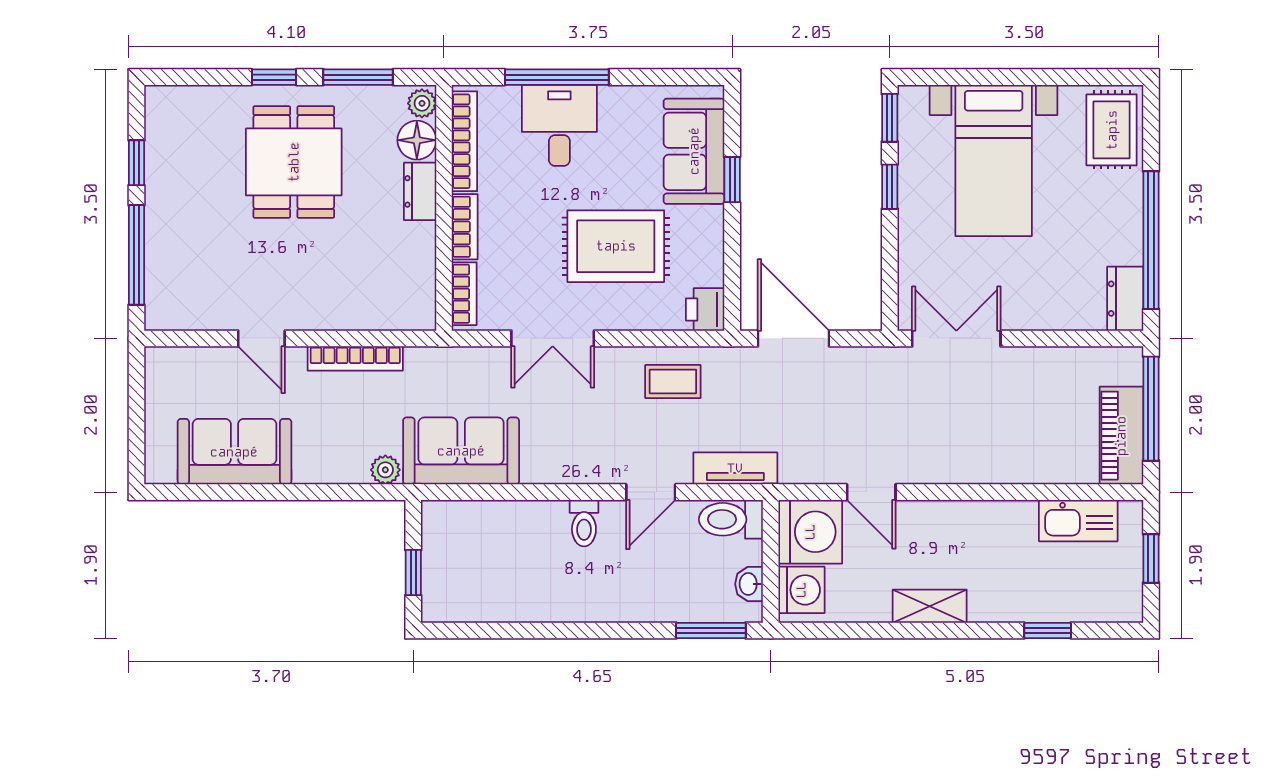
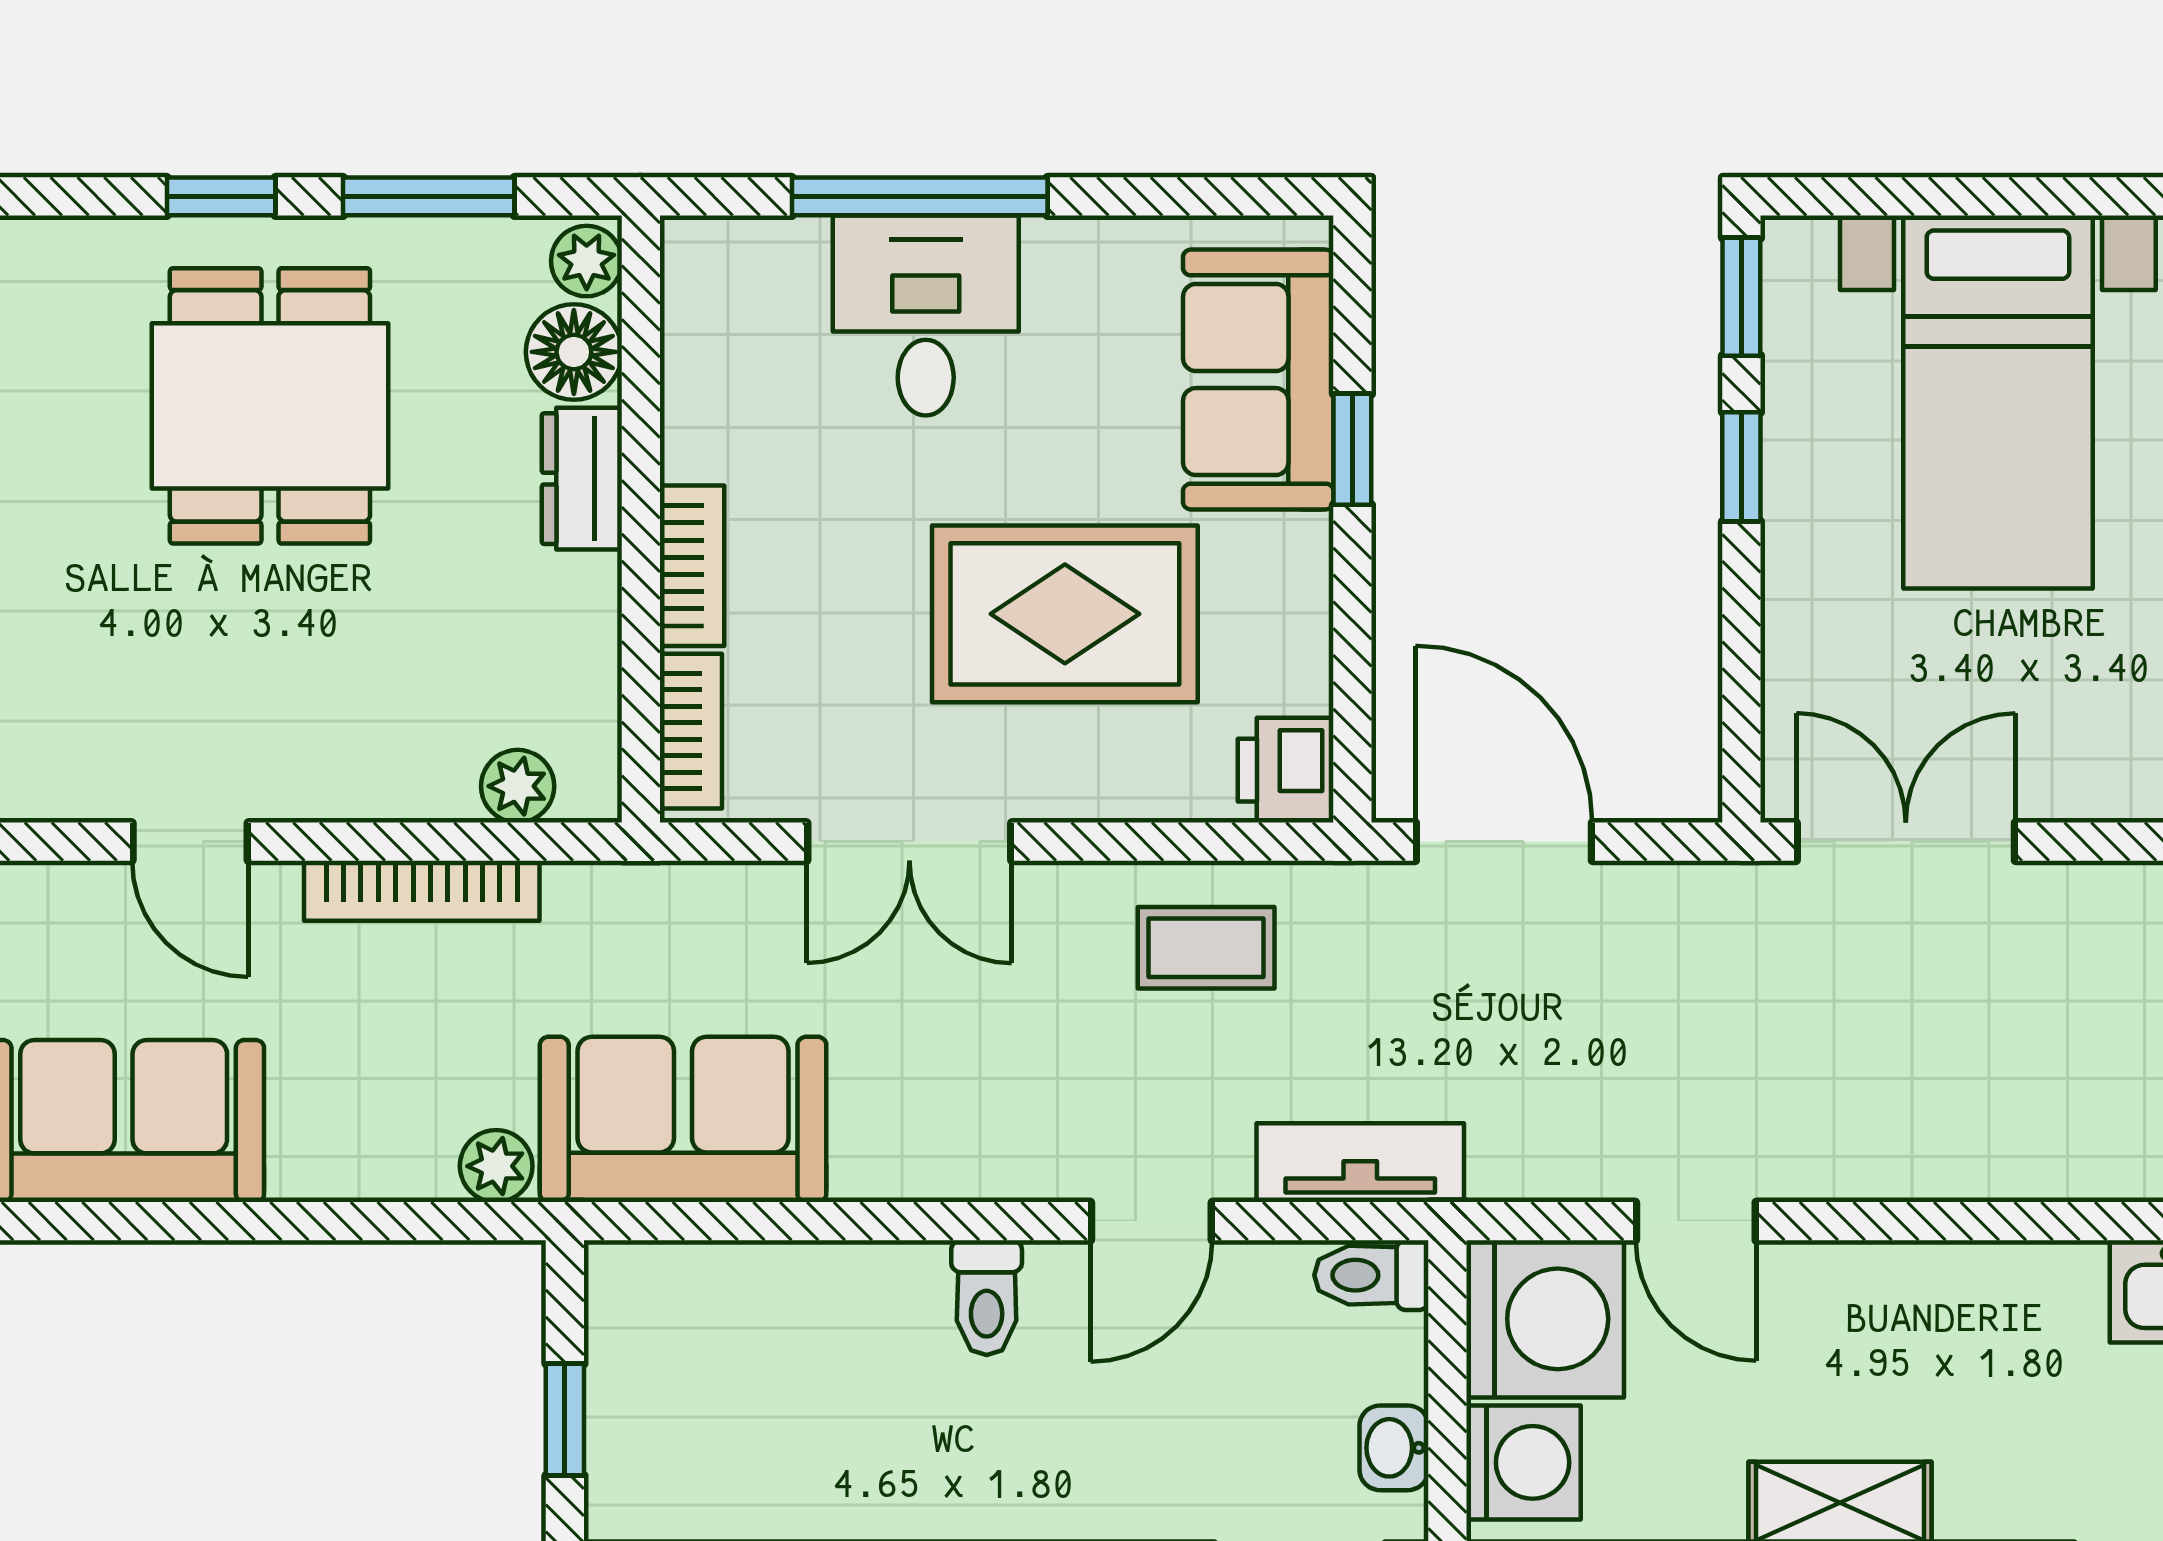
bookcase: (464, 141) -> (691, 355), removed
plant: (394, 316) -> (518, 786), added
toilet: (731, 519) -> (1371, 1275), width x0.73, depth x0.72

